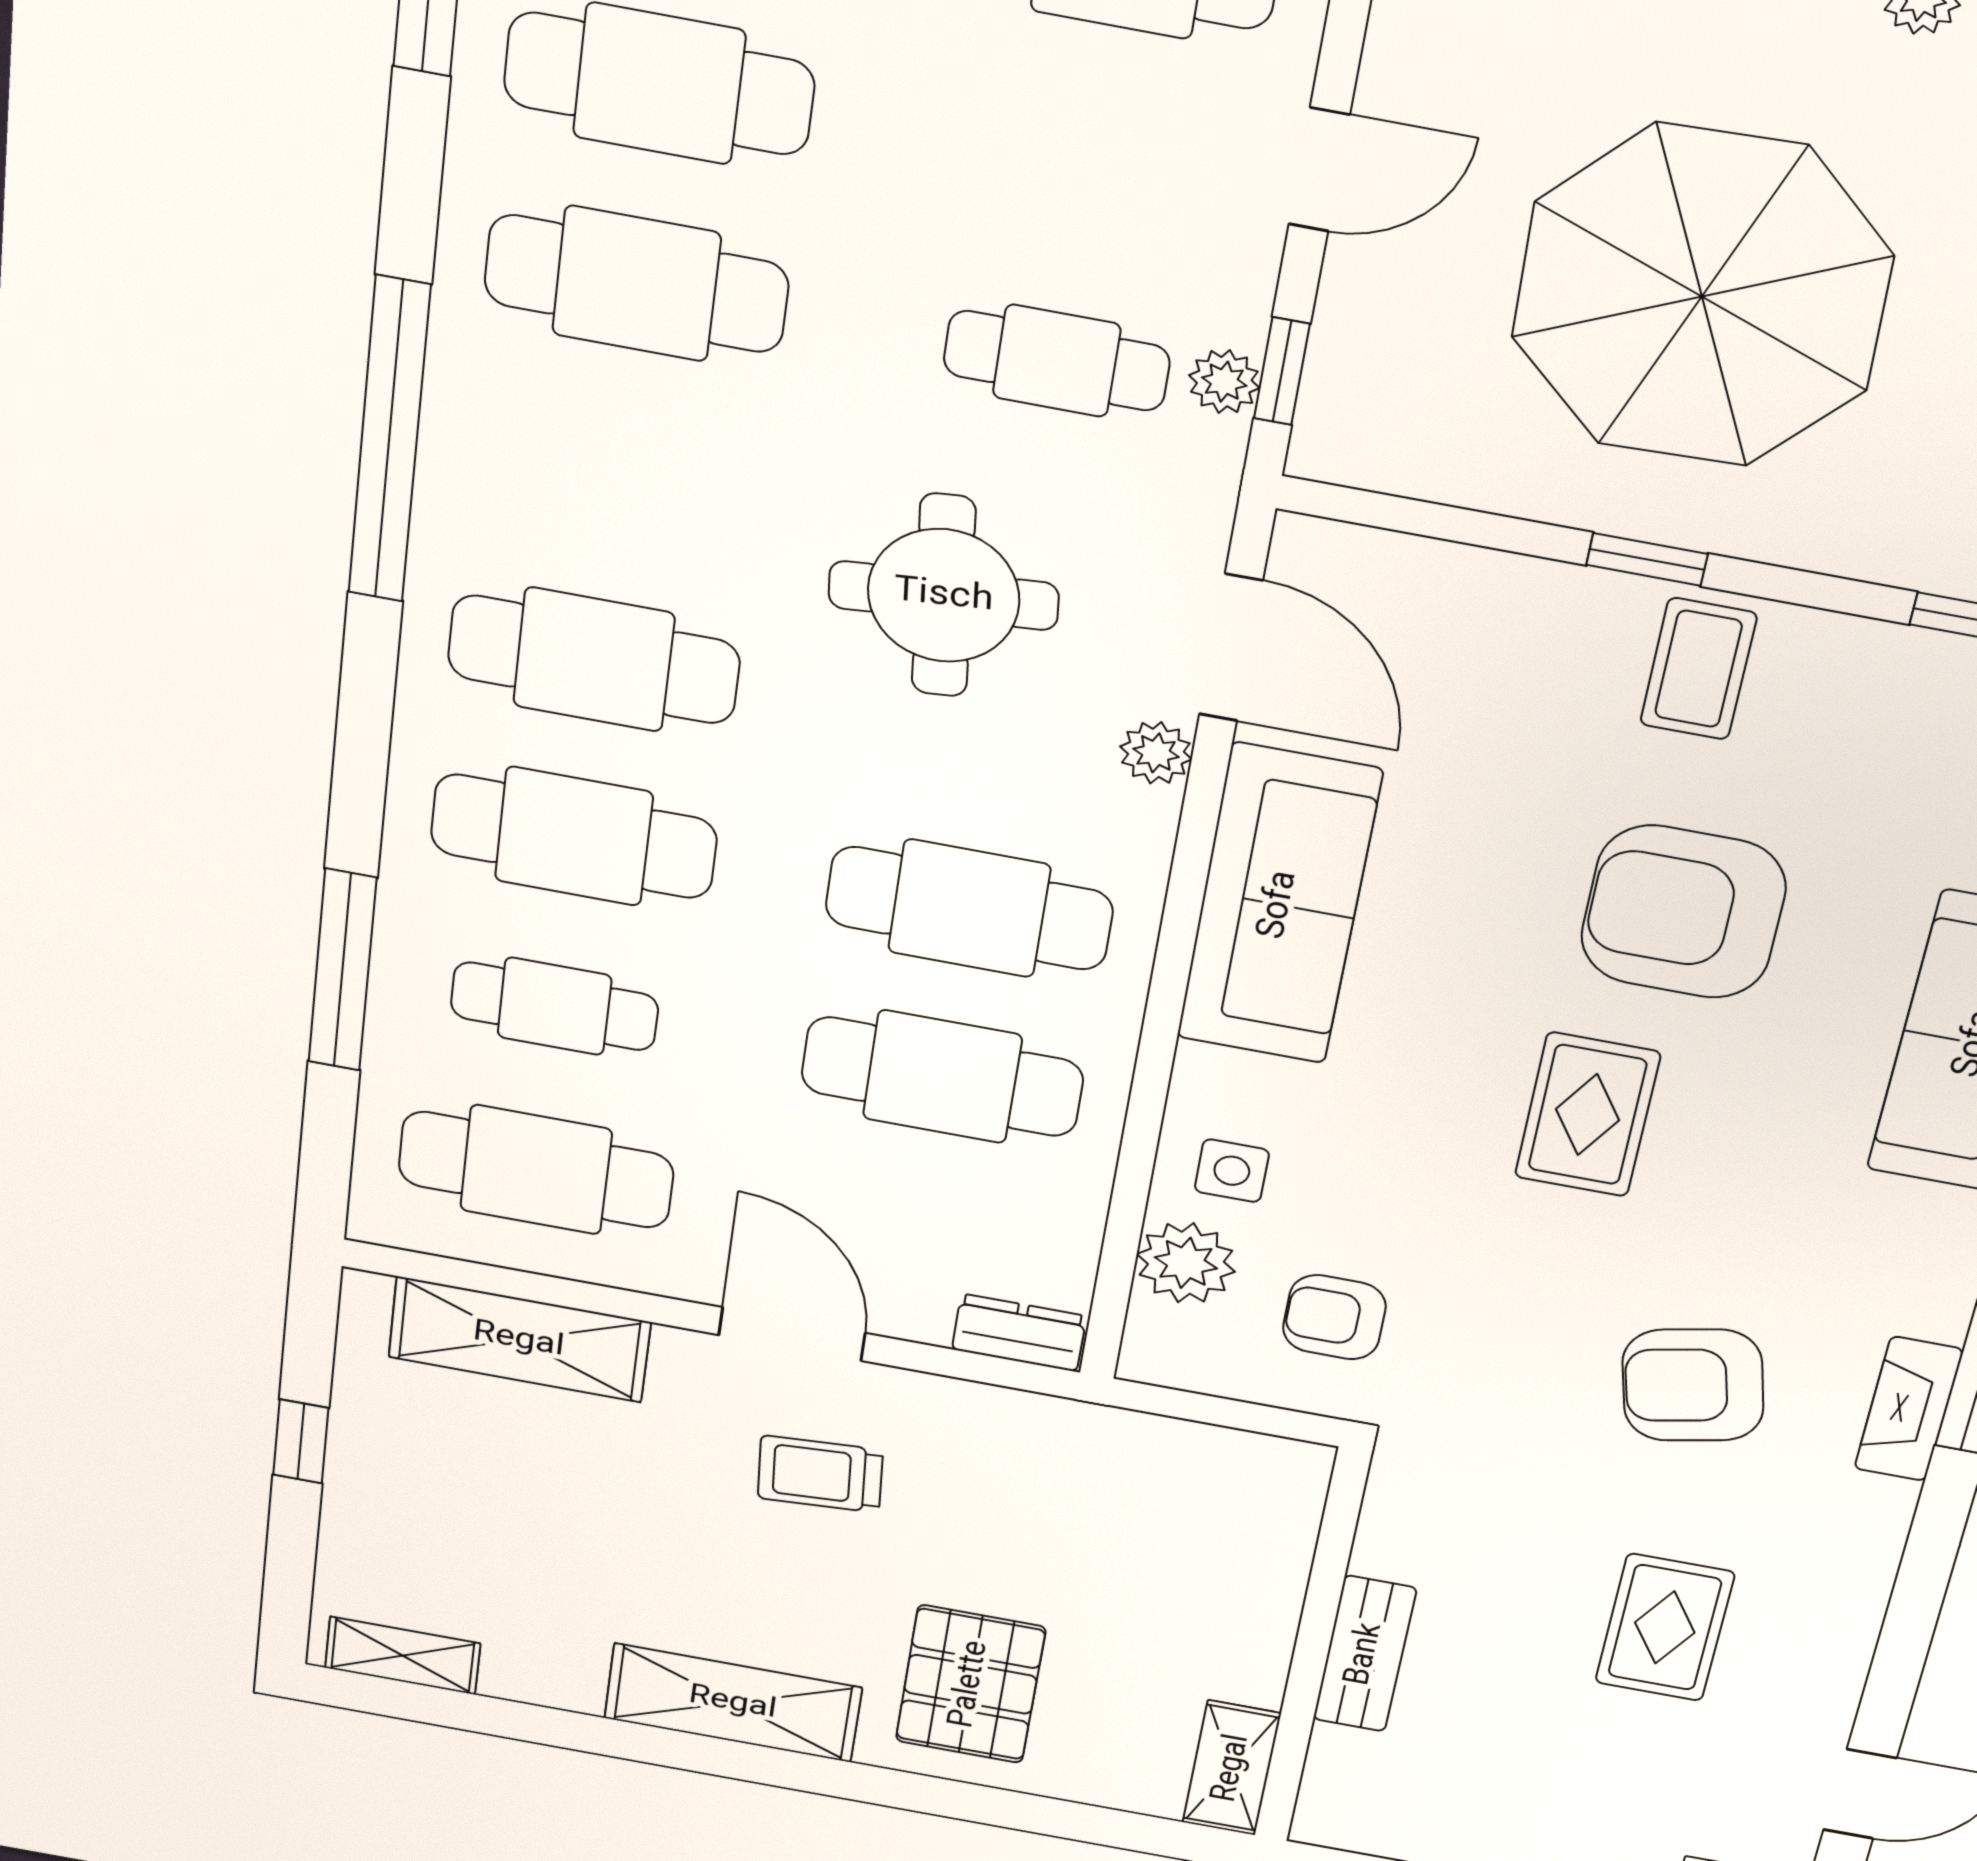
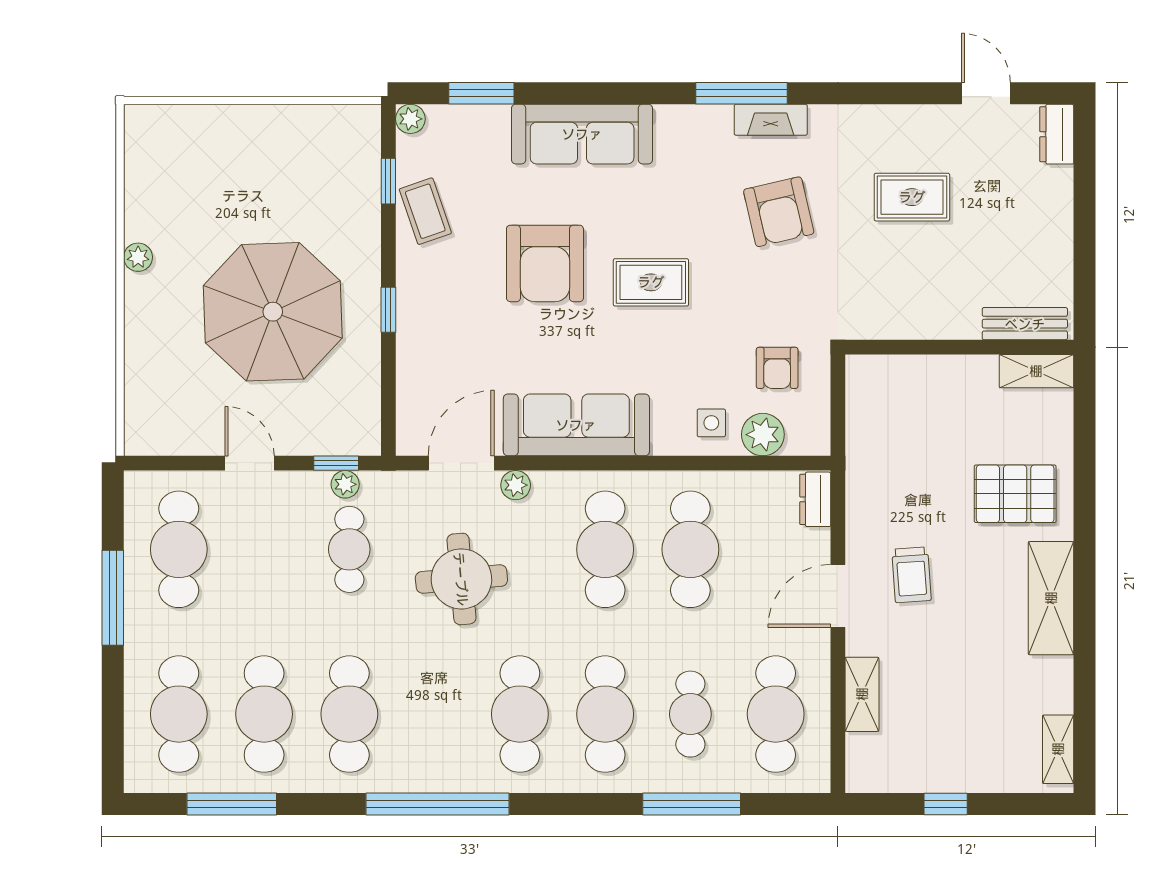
coffee table: (1698, 669) -> (425, 211), moved, turned 71
shelving: (519, 1340) -> (862, 694), width x0.67, depth x0.75
bench: (1365, 1654) -> (1025, 324), moved

